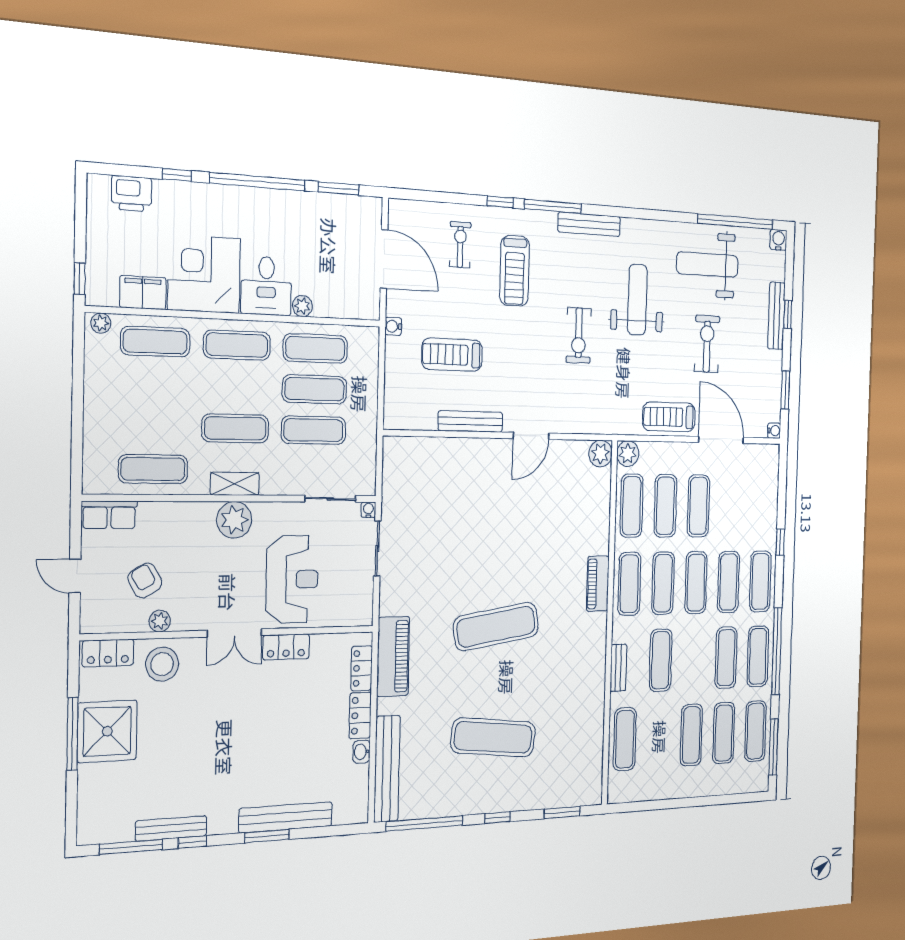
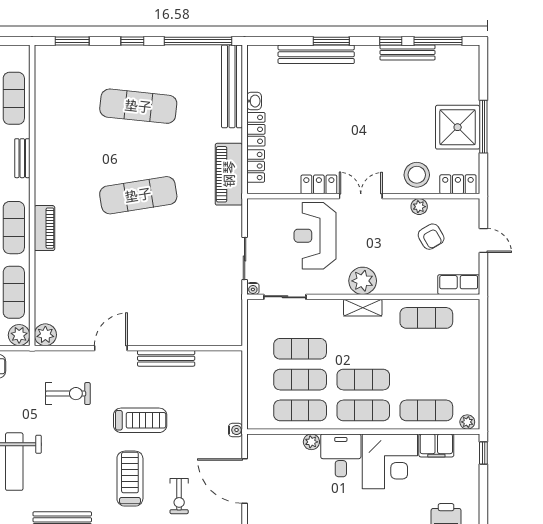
exercise bike: (579, 335) -> (68, 394), moved, turned 90
treadmill: (452, 355) -> (140, 420), moved
exercise mat: (235, 428) -> (363, 380), moved

